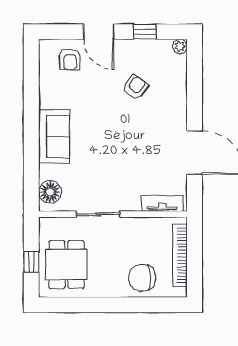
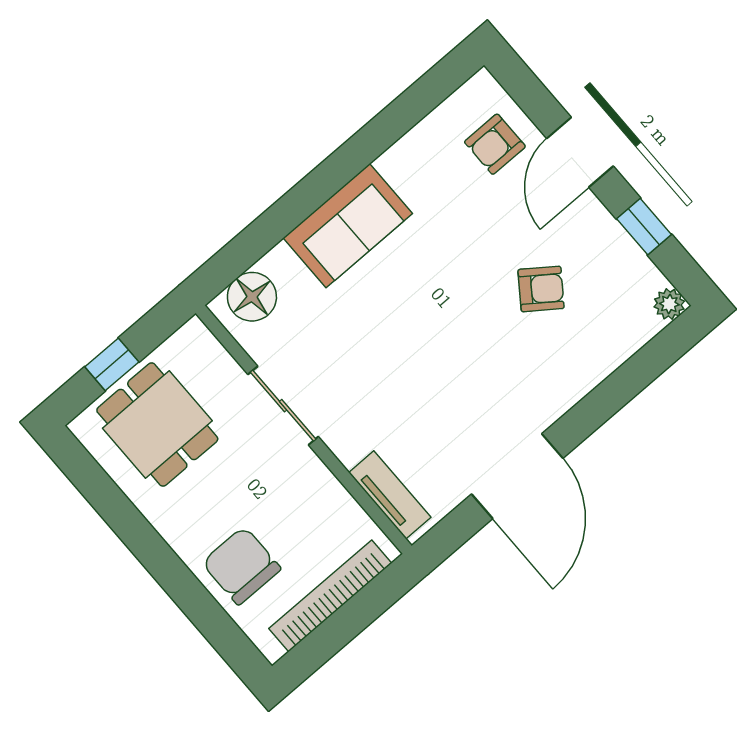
dining table: (66, 264) -> (157, 425), turned 90

